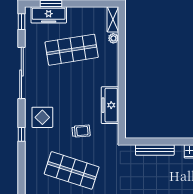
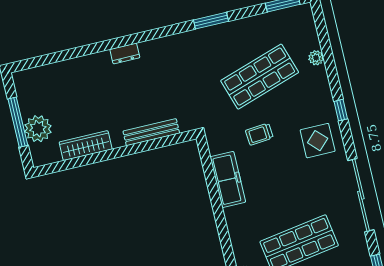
shop shelf: (72, 170) -> (260, 77), turned -36
plant: (30, 174) -> (316, 58), added

